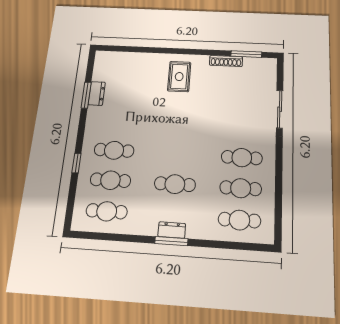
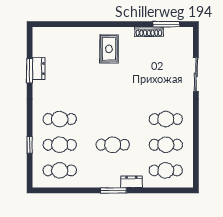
window: (76, 163) -> (30, 145), moved
dresser: (172, 230) -> (131, 182), moved

